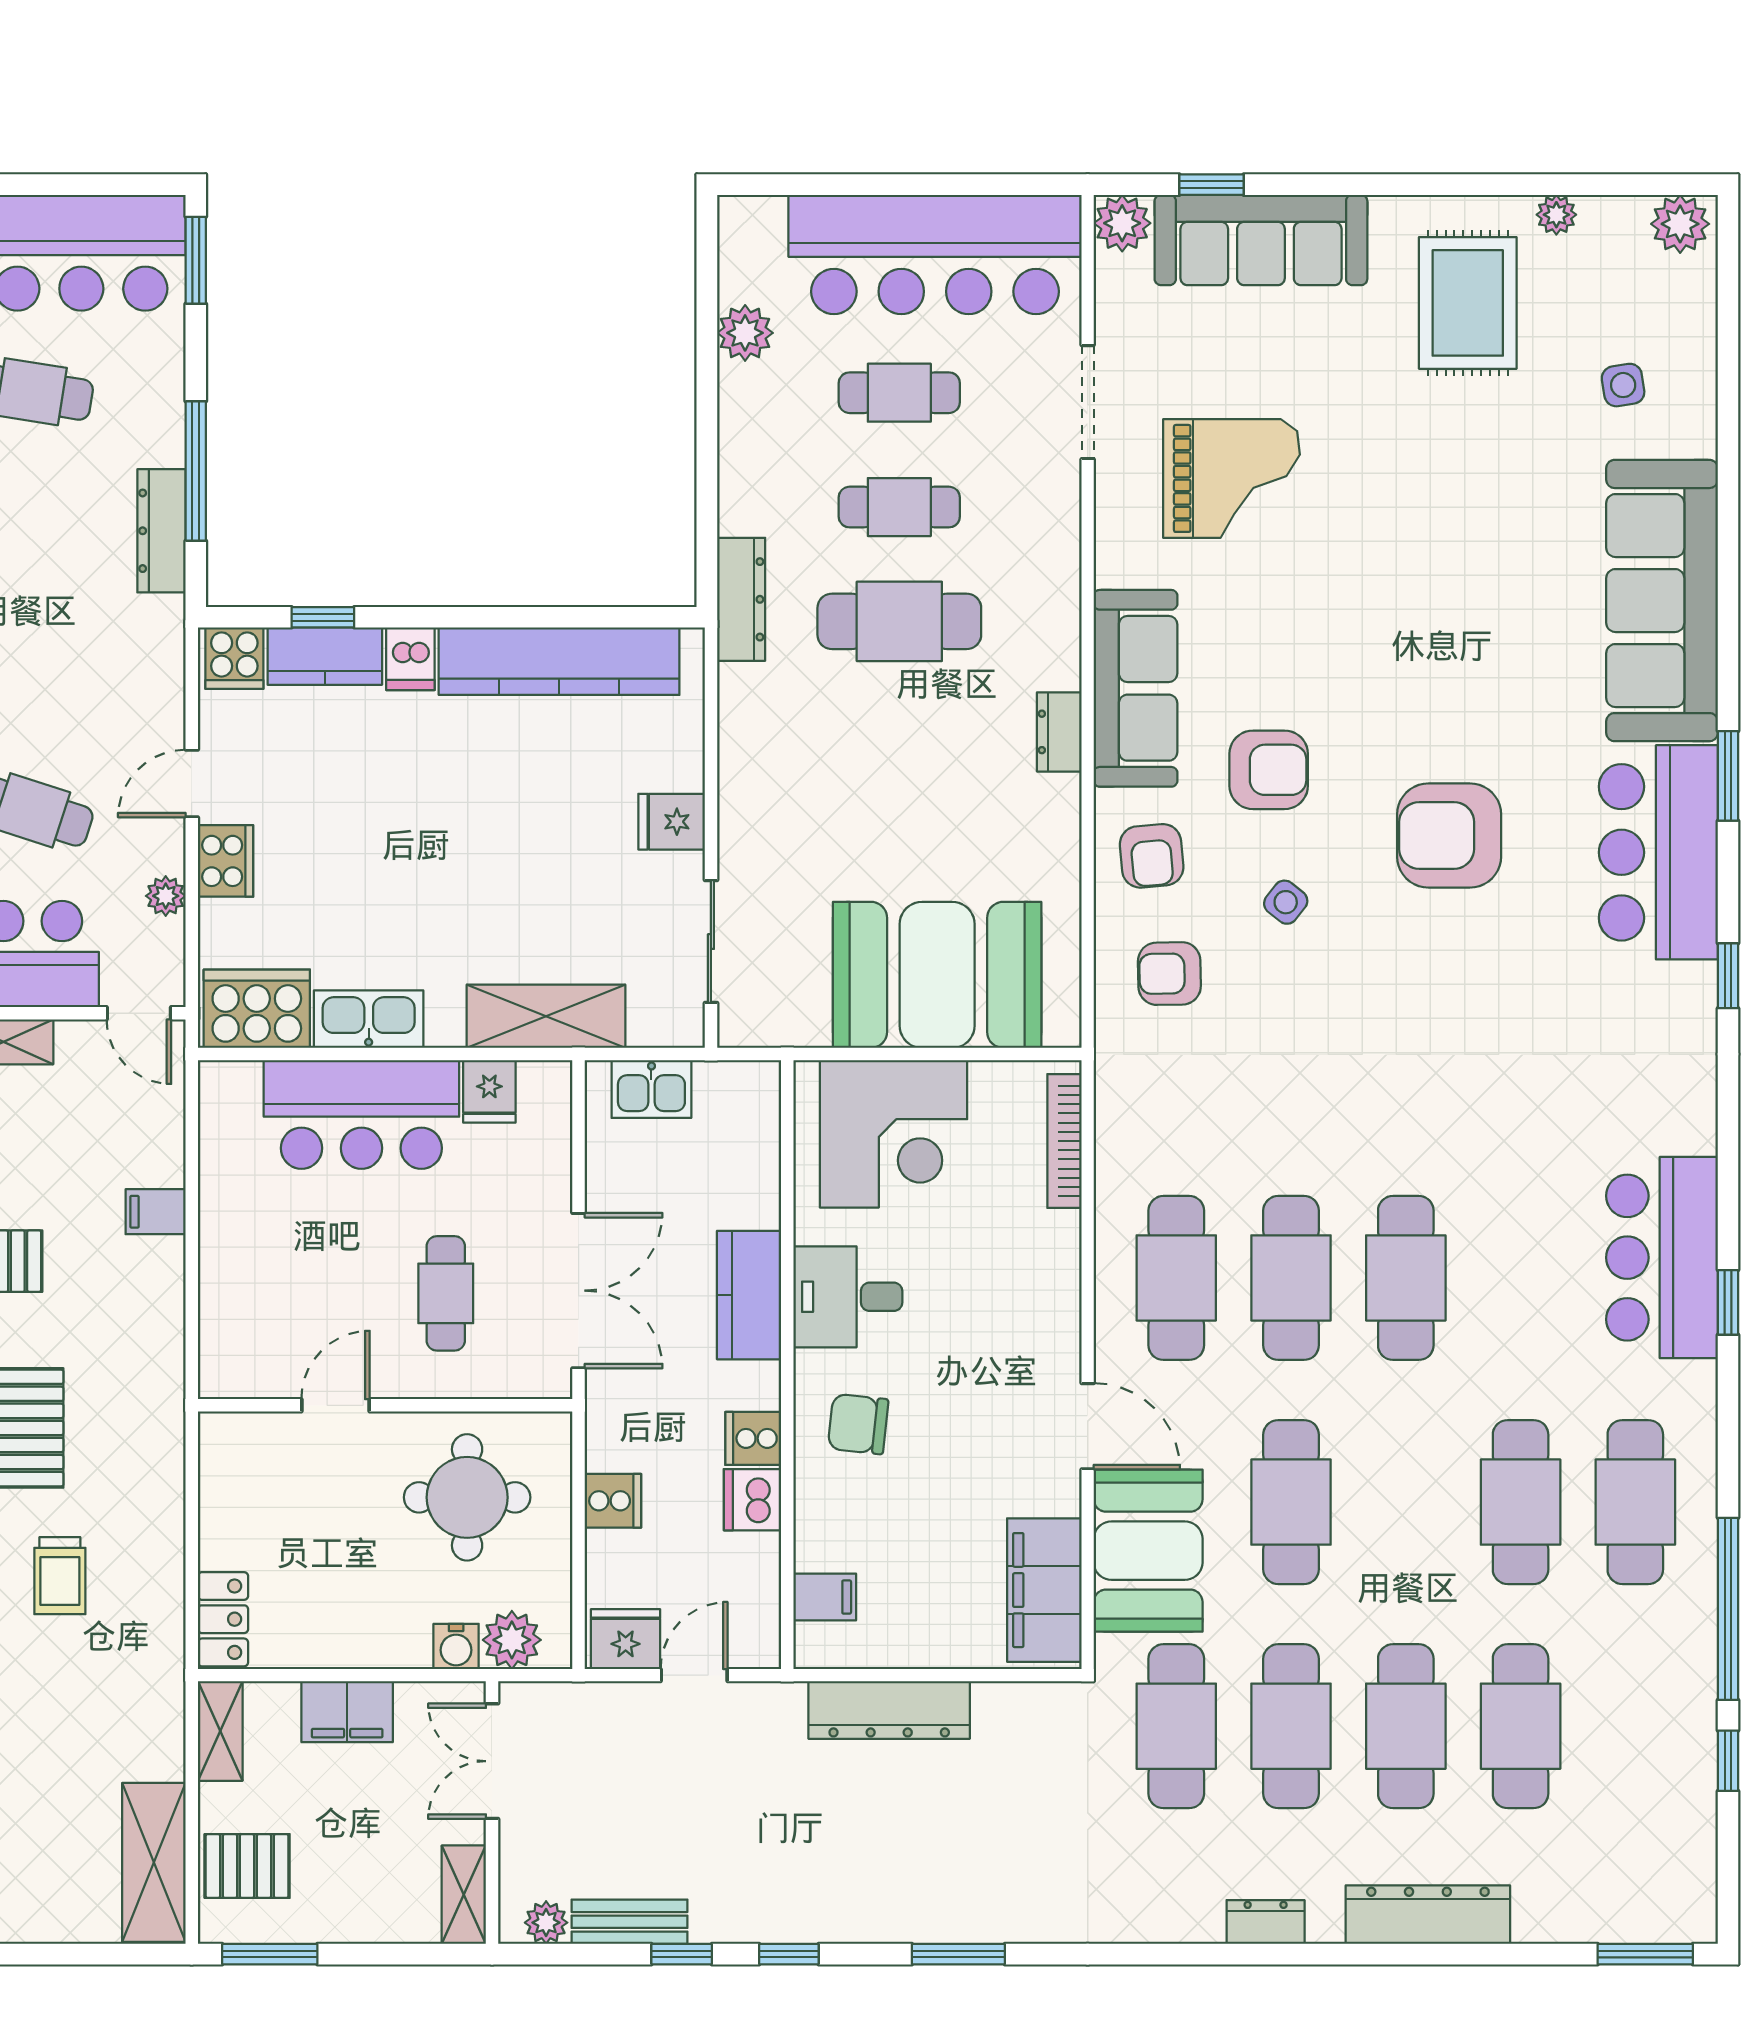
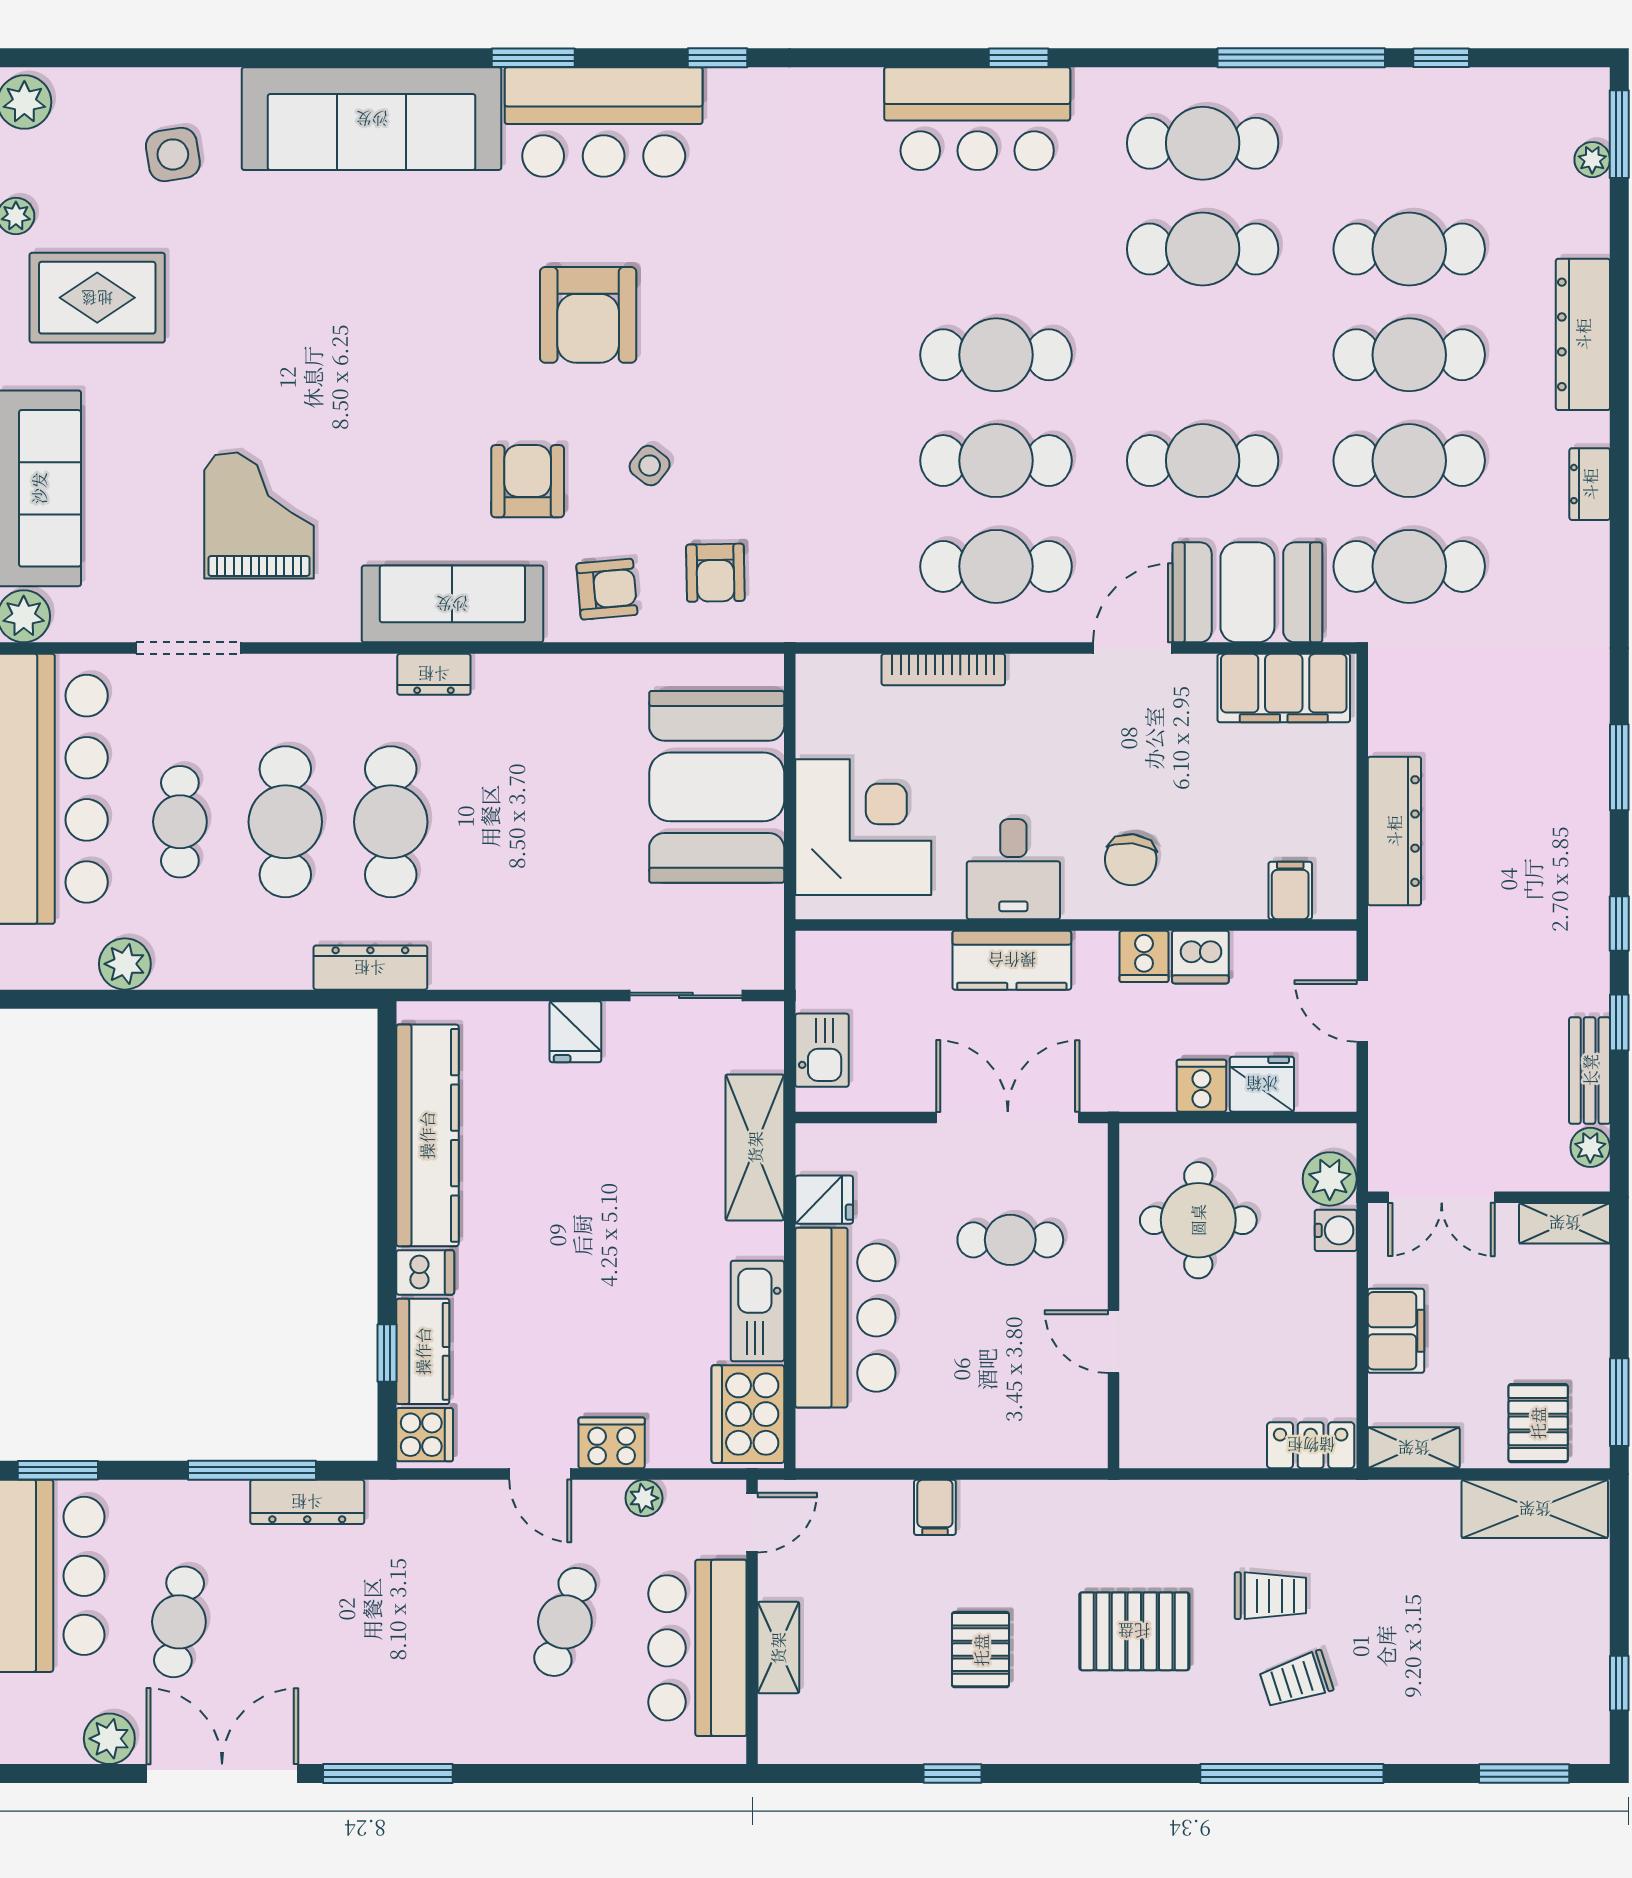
side table: (1623, 385) -> (173, 154), width x1.37, depth x1.37
cafe table: (899, 507) -> (285, 822), width x1.37, depth x1.35
dresser: (1059, 732) -> (434, 674), moved
bookcase: (1064, 1141) -> (943, 670), moved
fridge: (626, 1639) -> (1262, 1084), moved, turned 90
plant: (1618, 1925) -> (1592, 160), added

